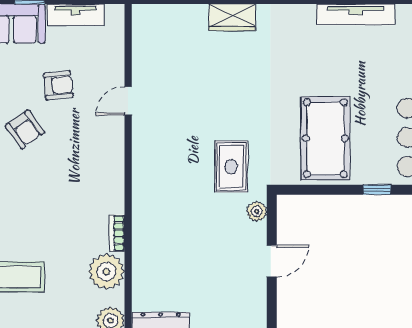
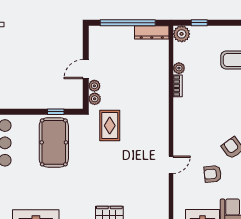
window: (377, 190) -> (56, 112), moved
plant: (257, 233) -> (94, 86), added
plant: (106, 272) -> (179, 68), width x0.53, depth x0.53

